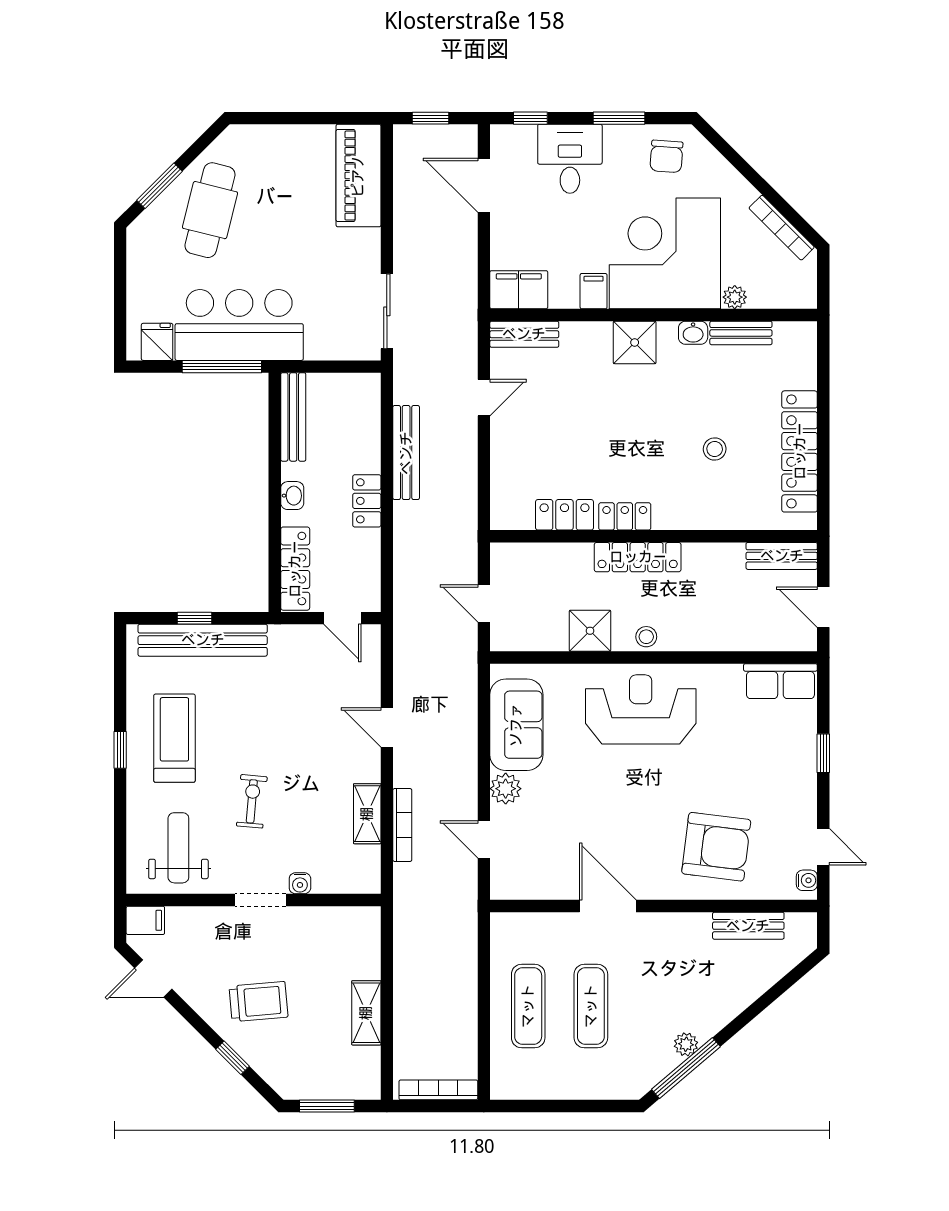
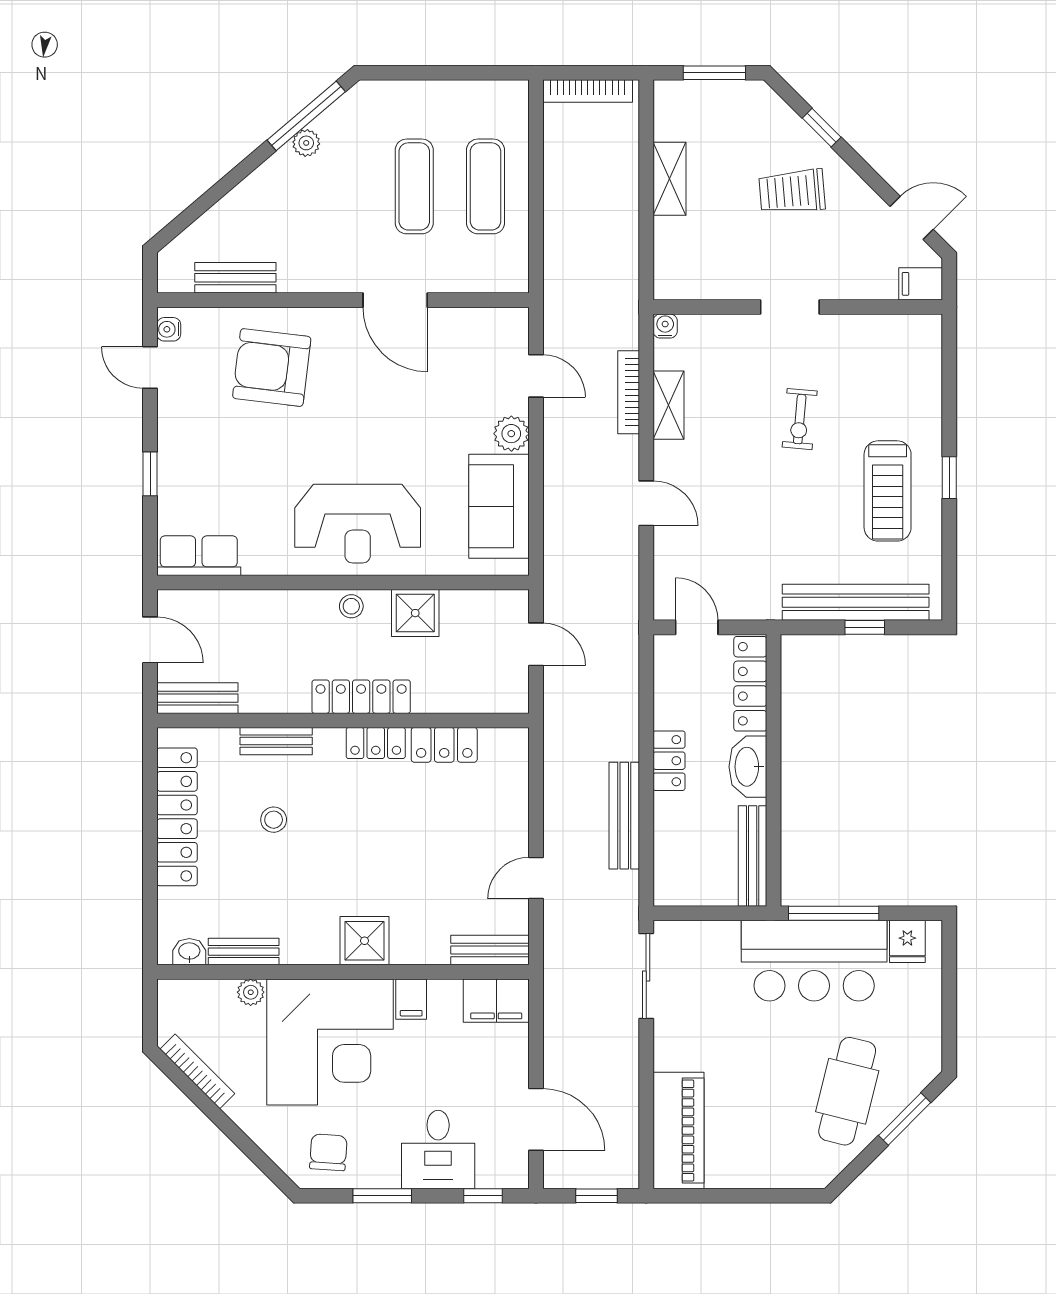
washbasin: (693, 333) -> (189, 952), moved
washbasin: (292, 496) -> (748, 767), width x1.91, depth x1.45
bench: (712, 518) -> (276, 741), added
weight bench: (178, 848) -> (883, 366), removed
water cooler: (300, 883) -> (665, 326), moved

